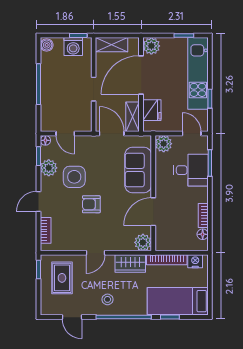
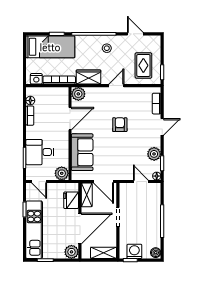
side table: (74, 177) -> (134, 147), removed
armchair: (91, 204) -> (120, 125), turned -90

